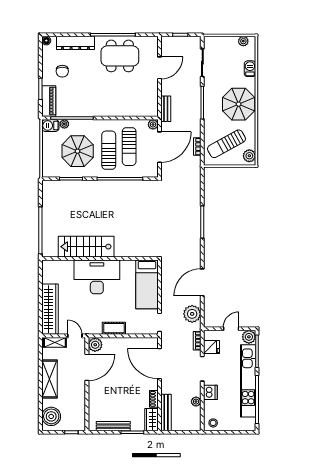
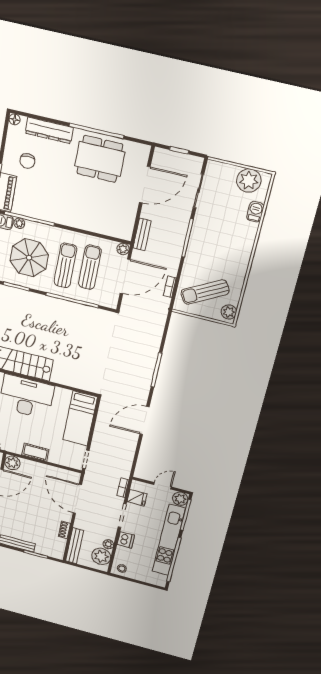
plant: (243, 41) -> (249, 181), width x1.87, depth x1.87
door: (159, 68) -> (145, 185), width x1.36
parasol: (239, 104) -> (231, 250), removed
sun lounger: (129, 147) -> (90, 267), turned 180
door: (202, 282) -> (145, 420), moved
plant: (192, 314) -> (101, 556), moved
wardrobe: (152, 420) -> (58, 548), removed

